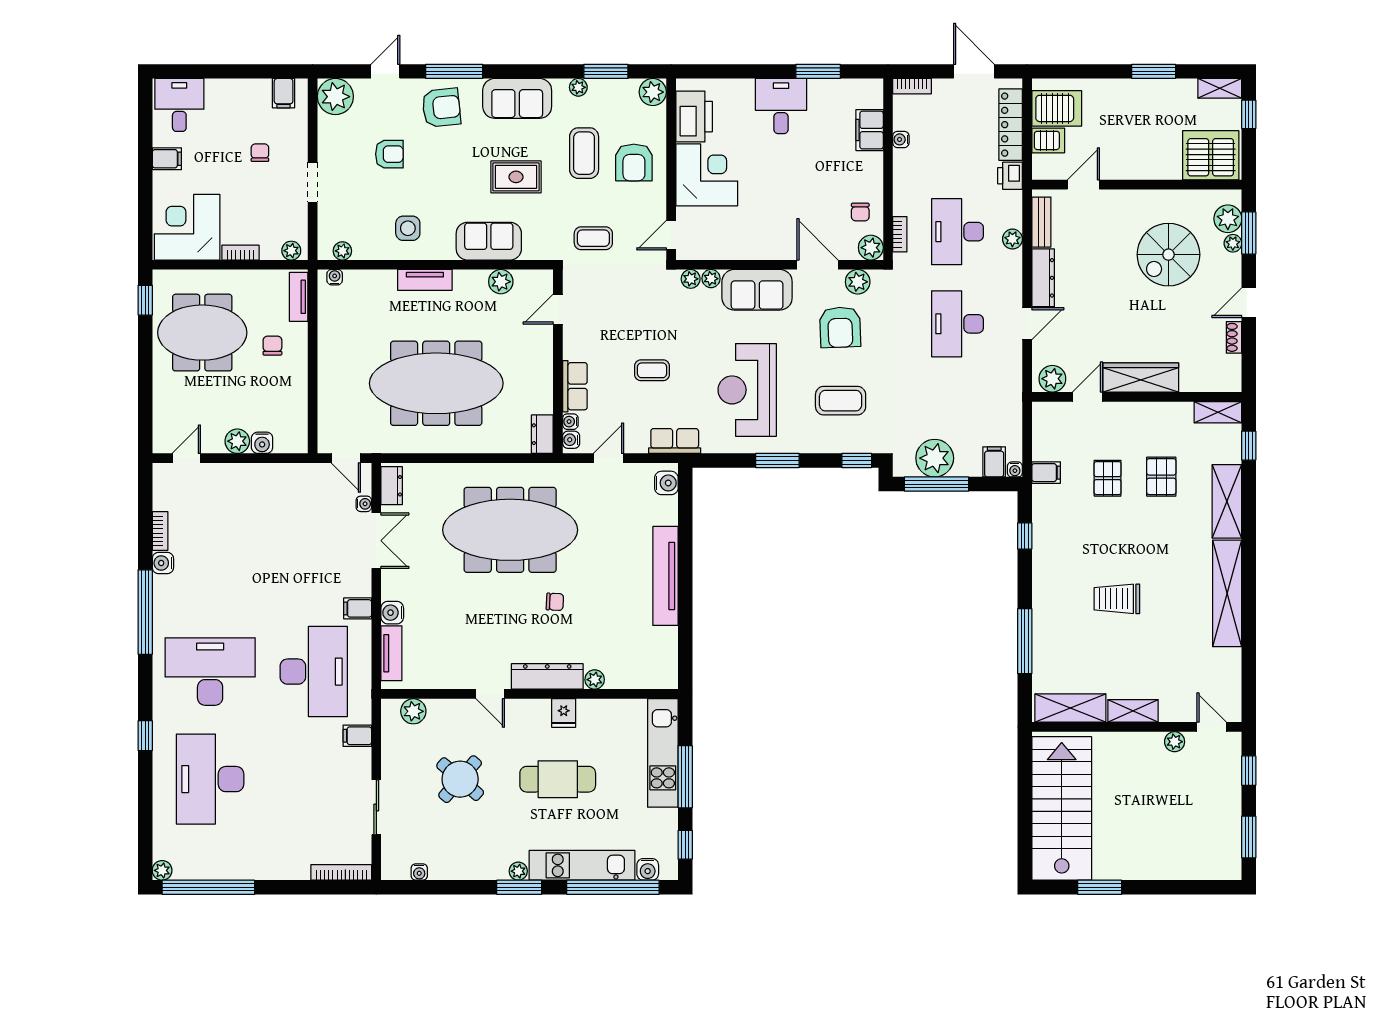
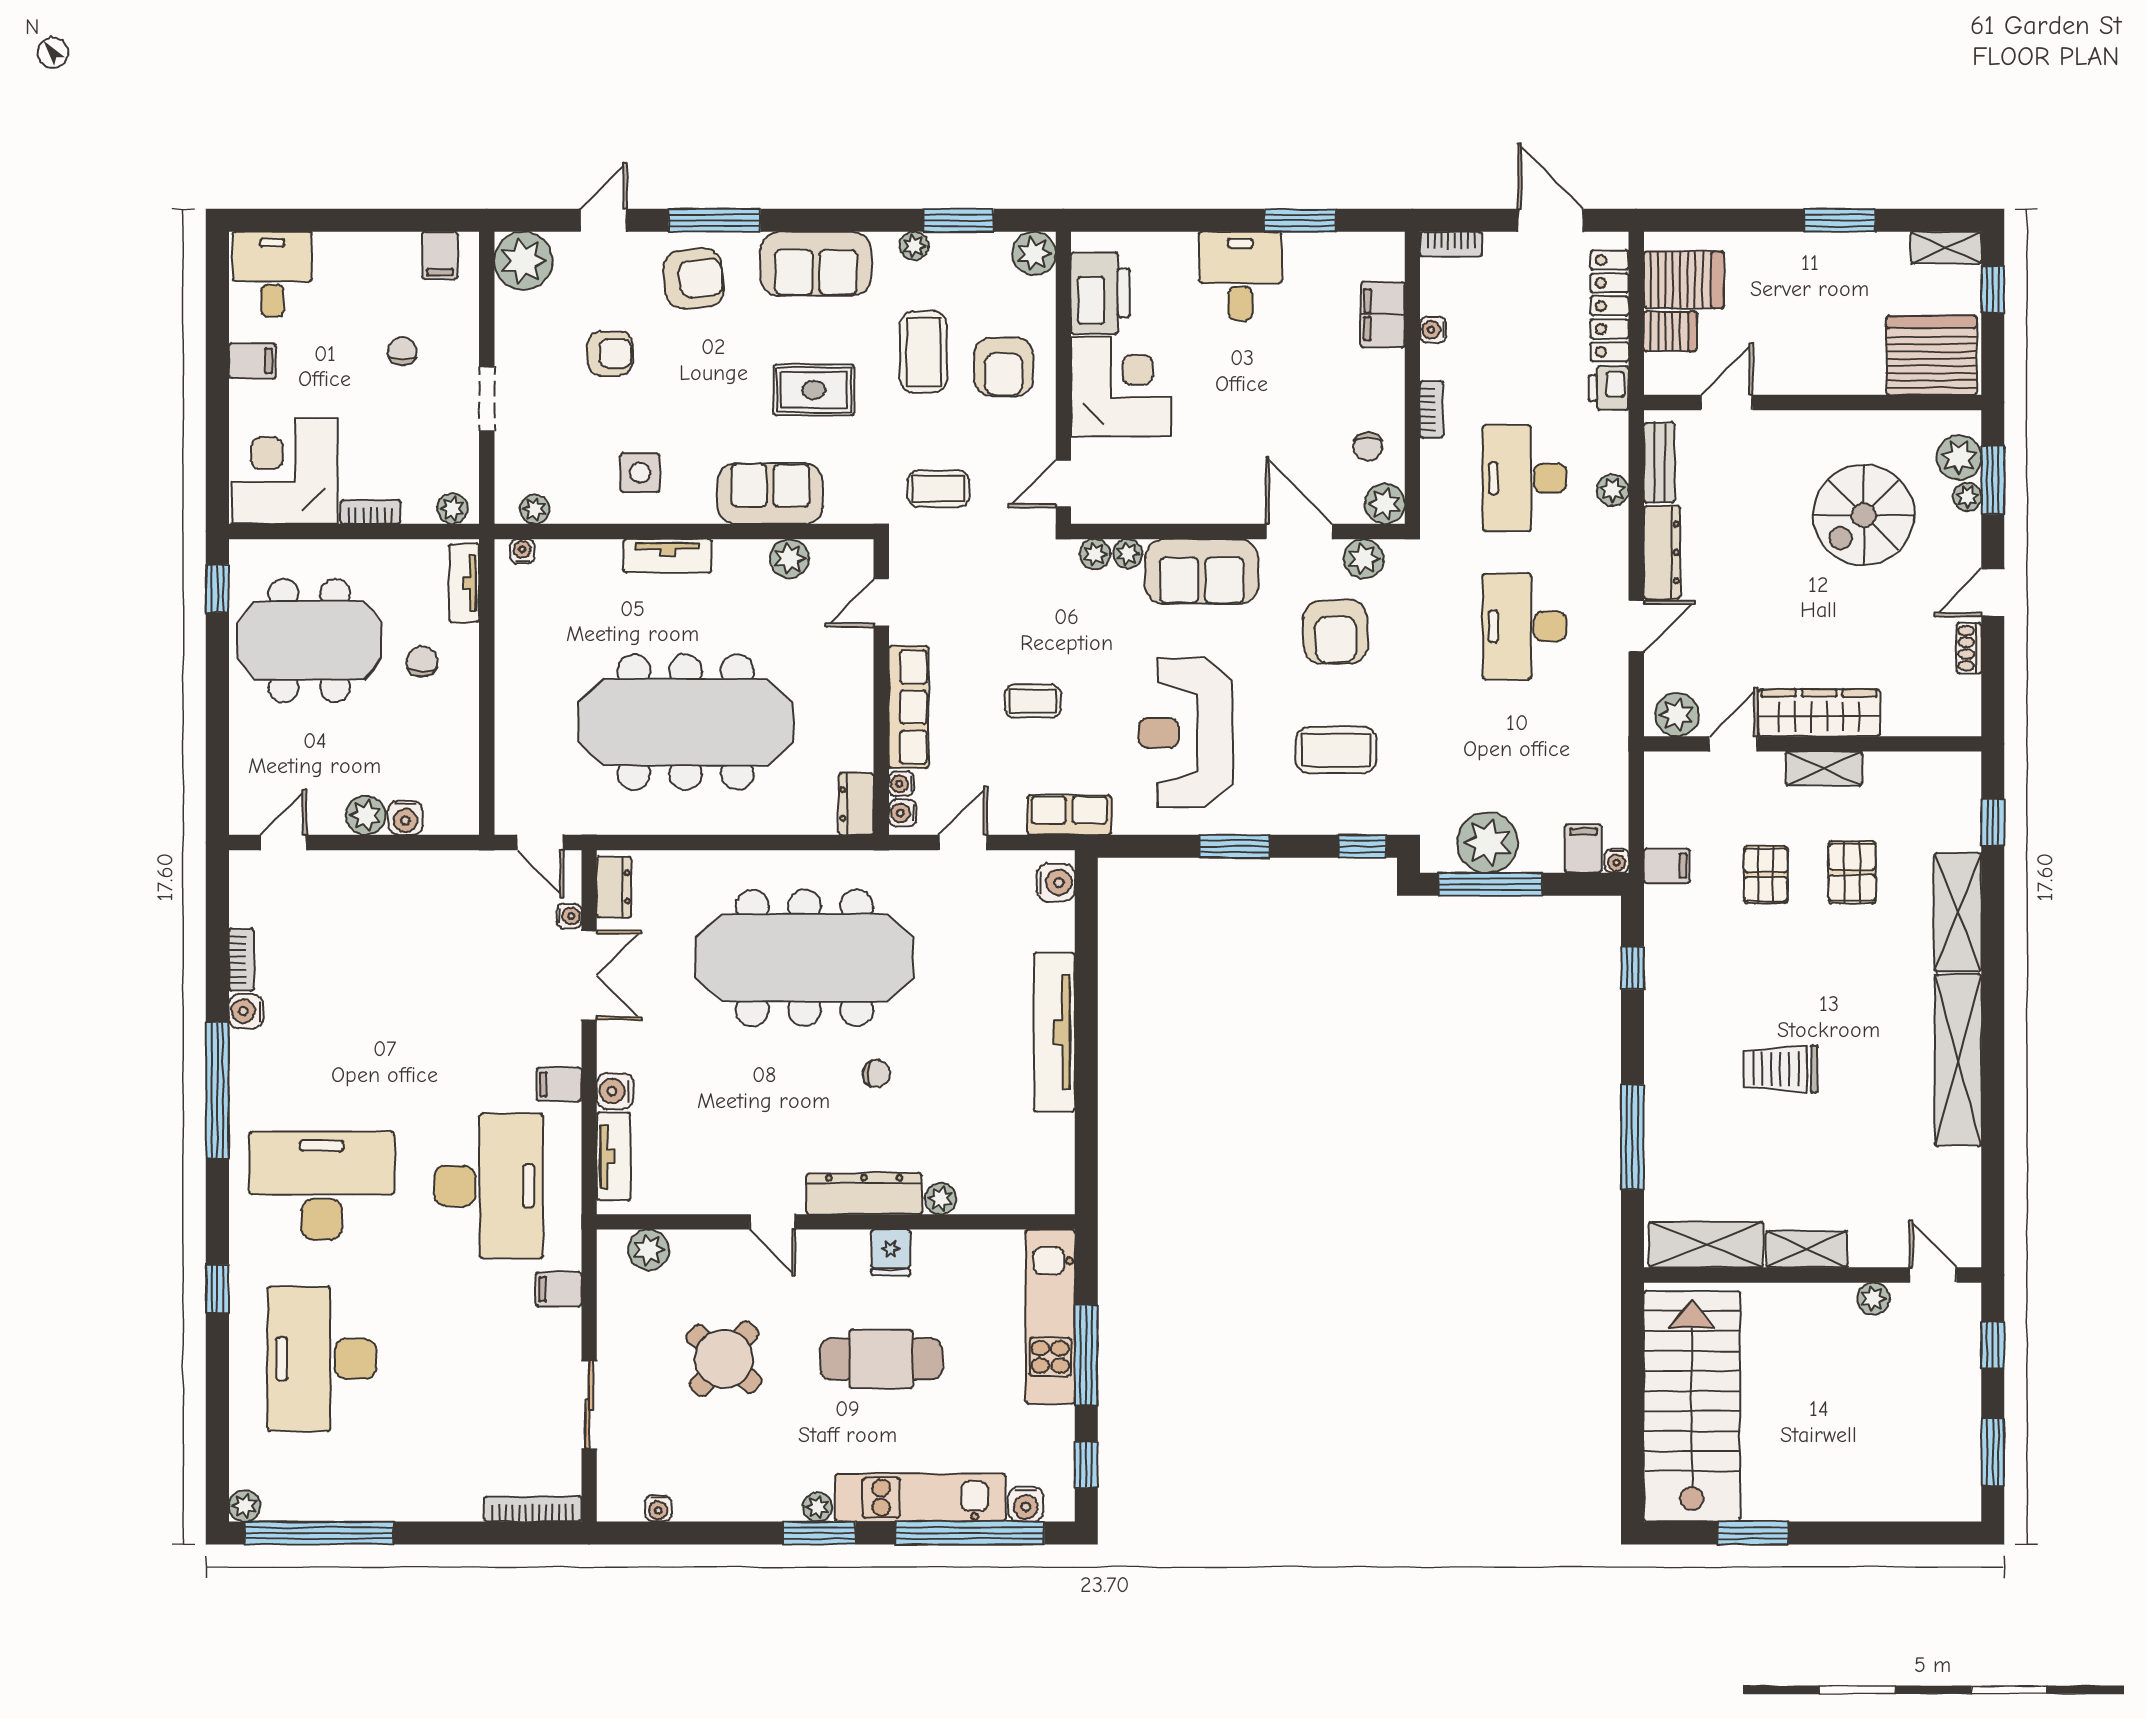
bookcase: (900, 234) -> (1431, 409), moved
row of seats: (575, 386) -> (909, 707), width x1.48
shelving: (1218, 412) -> (1824, 769), moved

